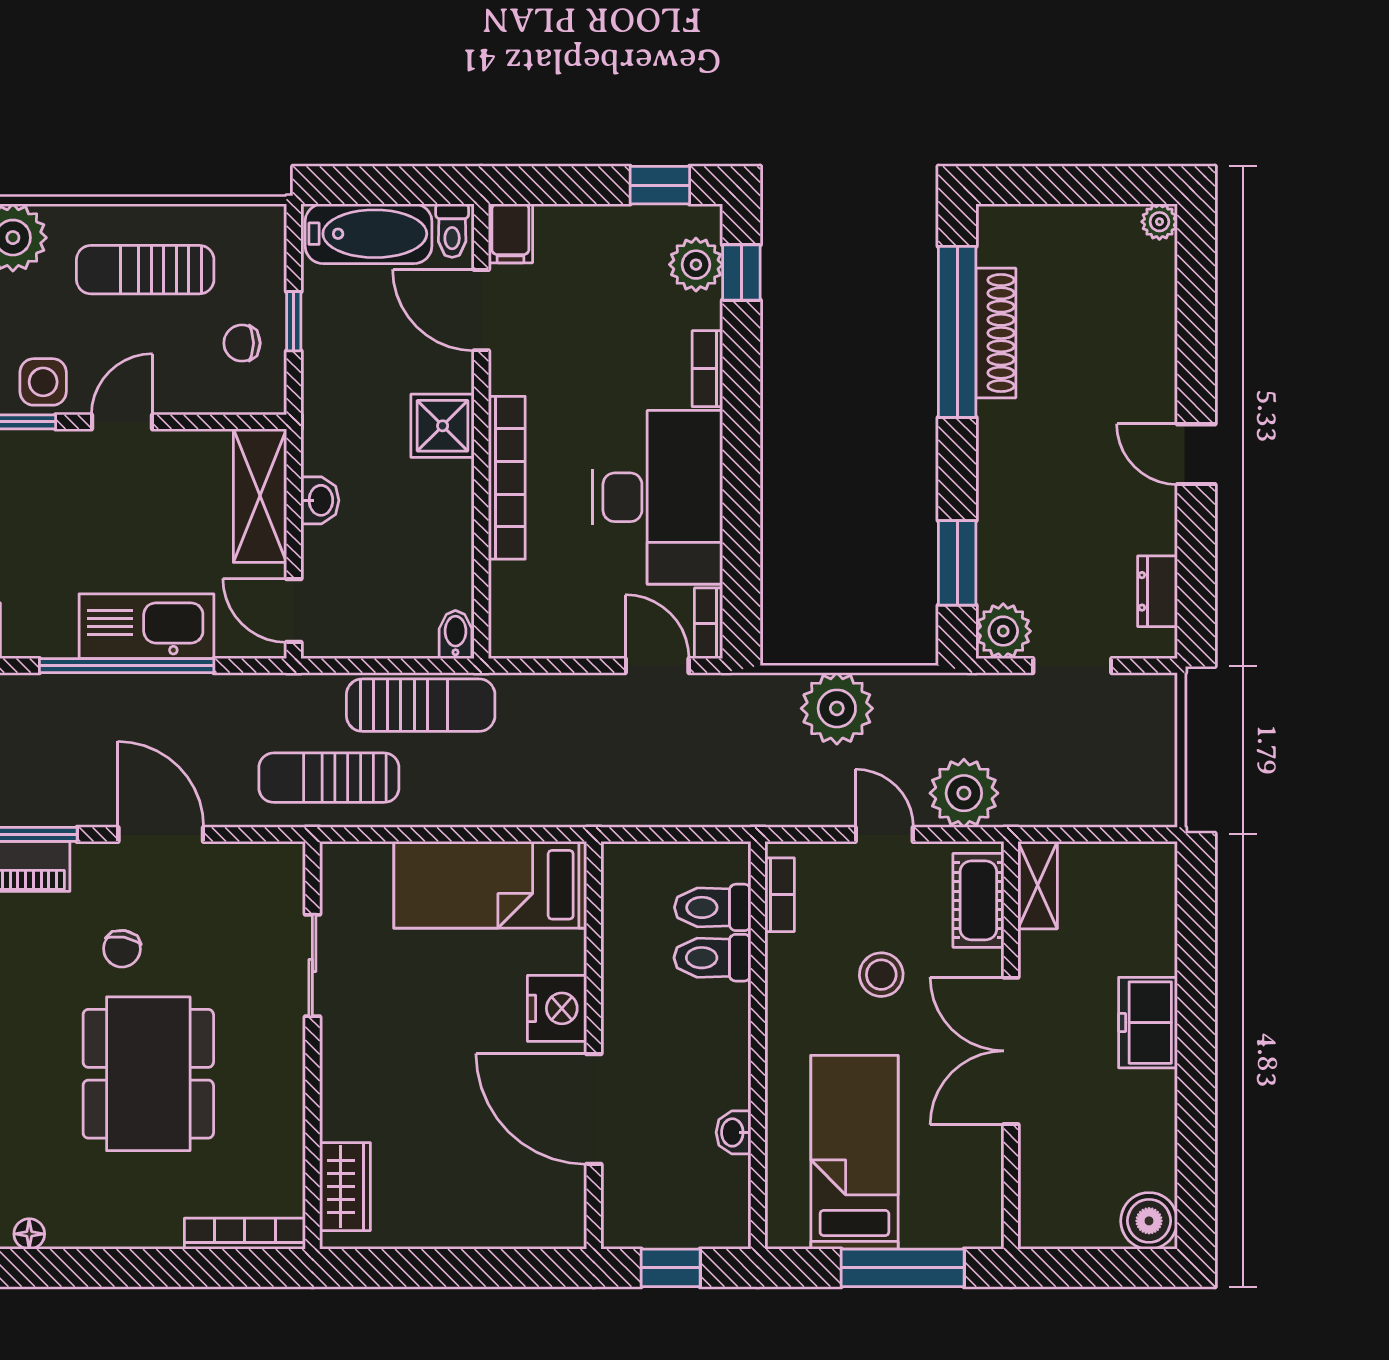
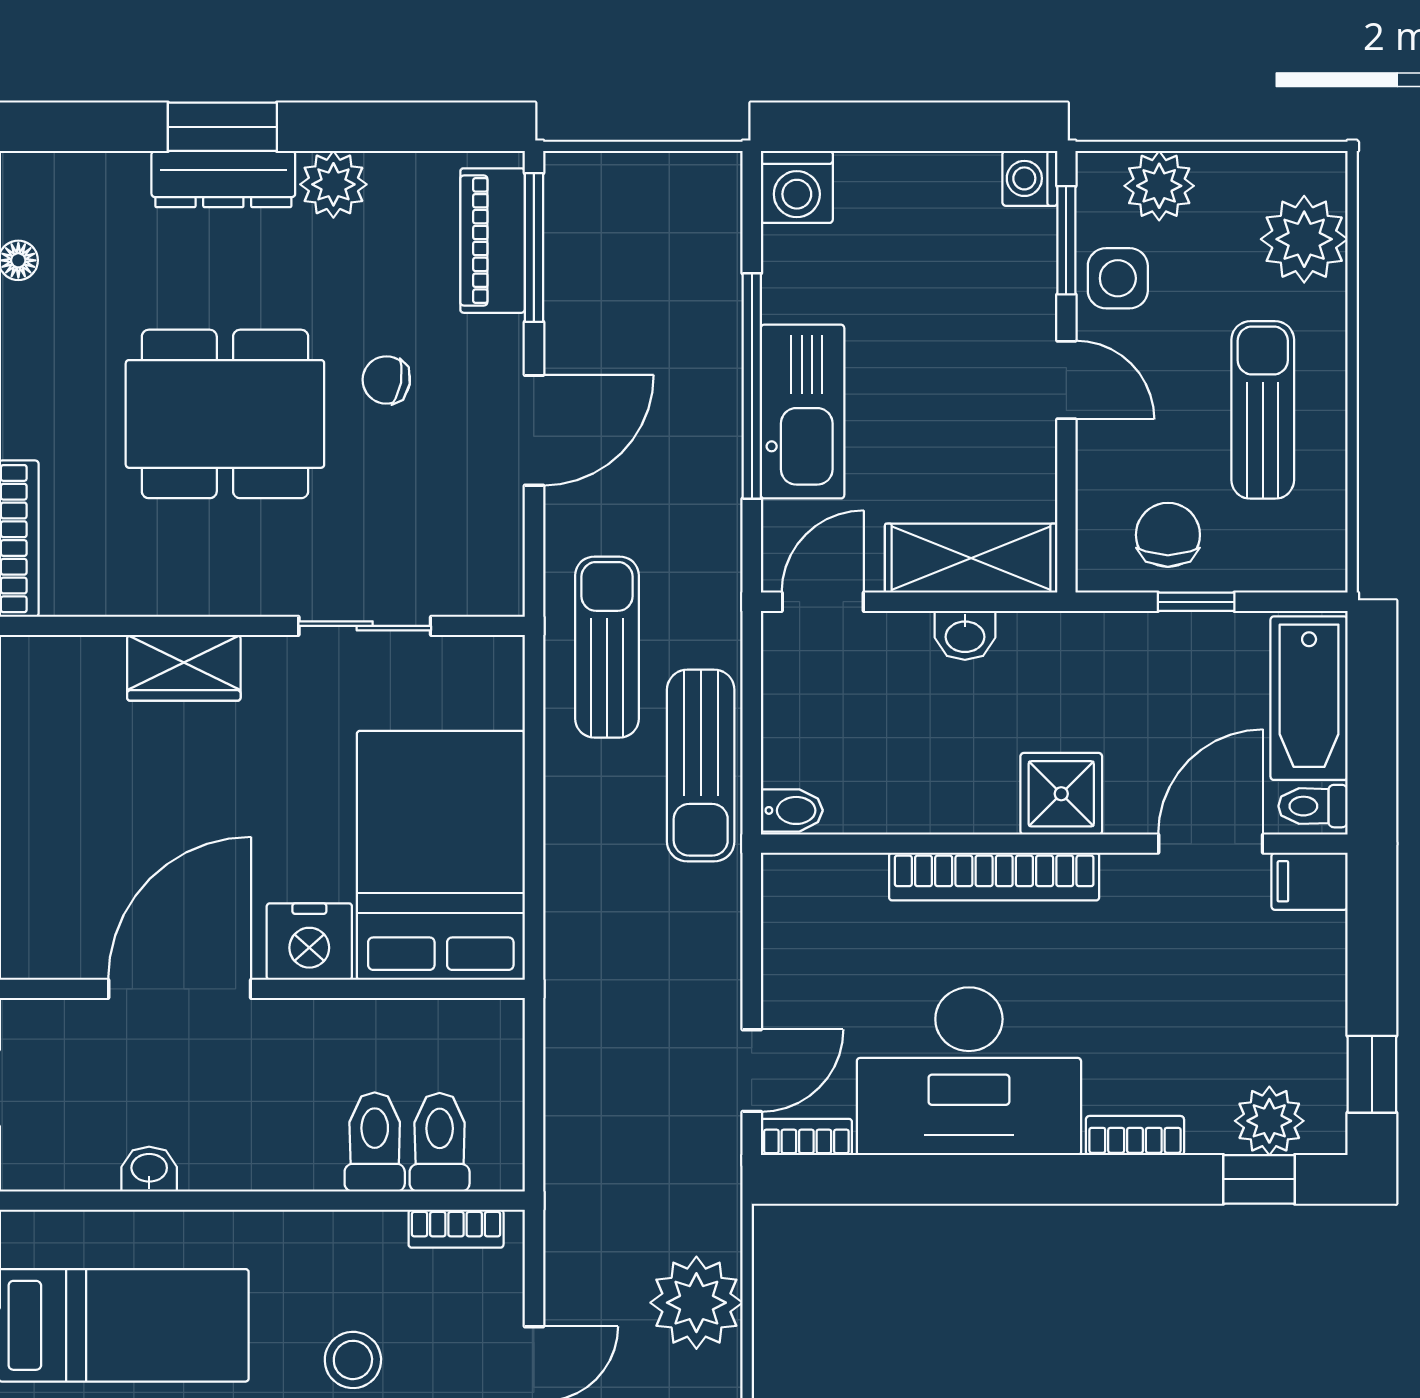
chair: (242, 343) -> (1168, 535), width x1.37, depth x1.37
bed: (490, 885) -> (441, 855), width x1.50
wardrobe: (345, 1187) -> (184, 668), moved

